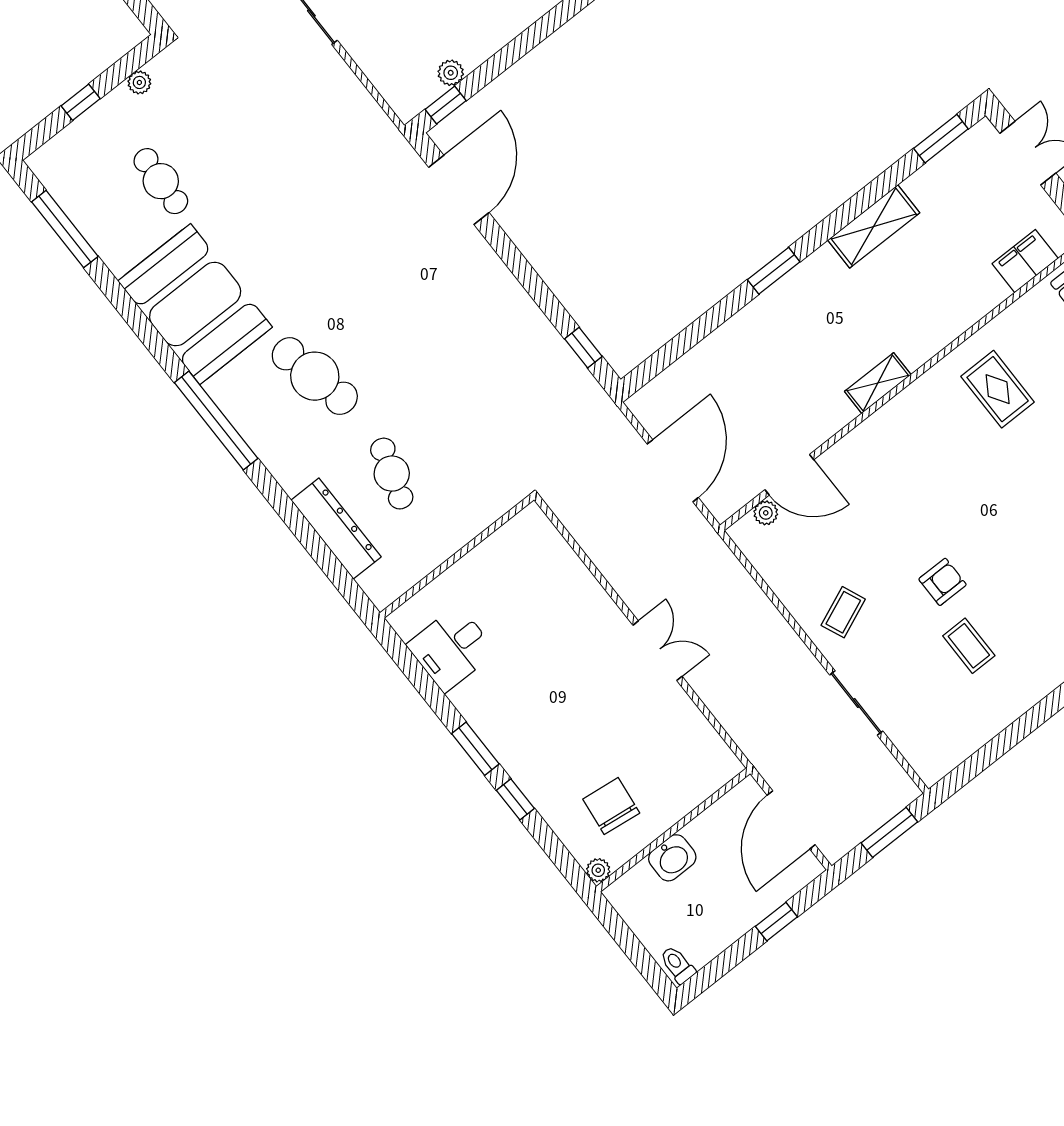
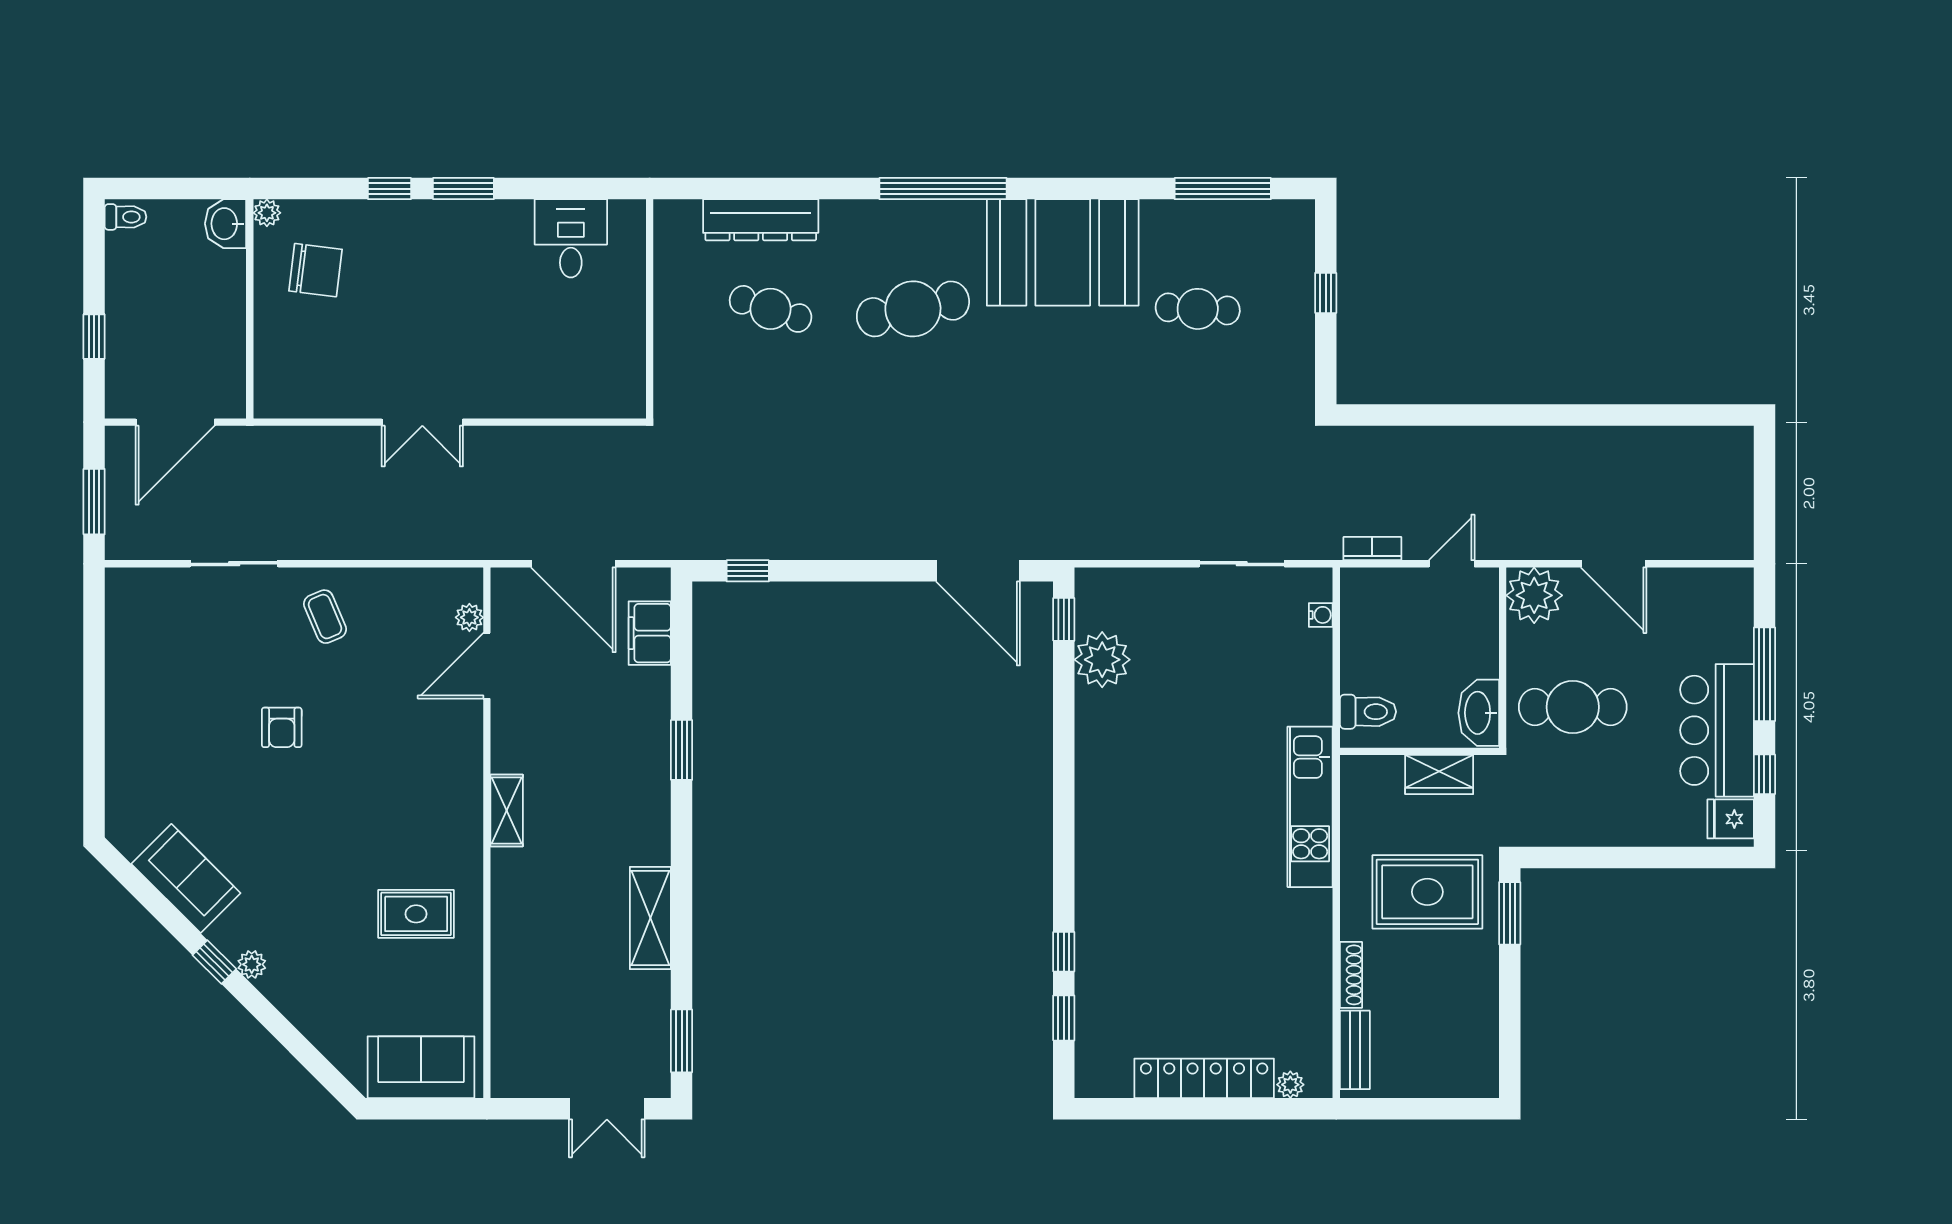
plant: (451, 73) -> (1102, 660), width x1.87, depth x1.87
plant: (139, 82) -> (1302, 360), removed
filing cabinet: (1025, 261) -> (650, 633), moved, turned 180
window: (774, 271) -> (682, 750), moved
coffee table: (969, 646) -> (206, 706), removed
door: (791, 820) -> (175, 422), swing flipped
washbasin: (672, 858) -> (226, 224), moved

